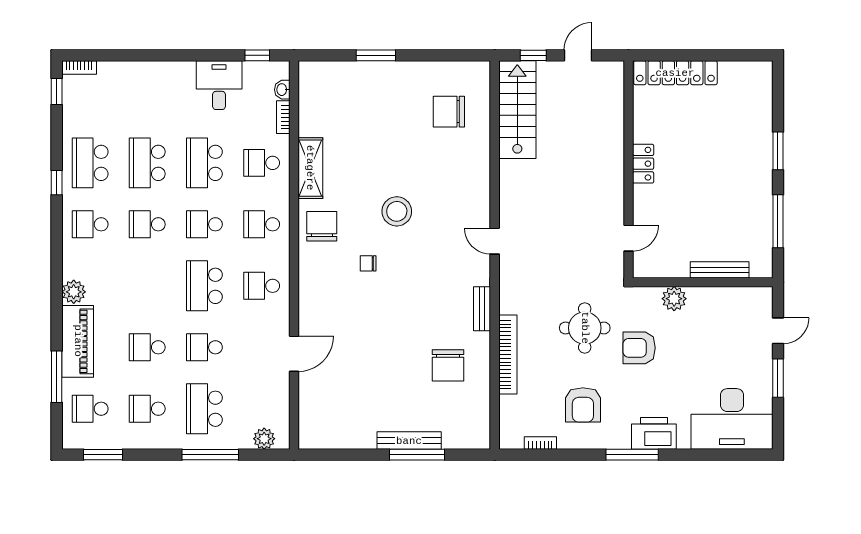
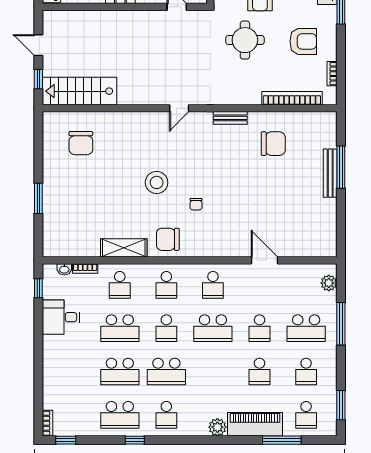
school desk: (147, 224) -> (166, 372), width x1.85
bookcase: (508, 355) -> (292, 98), moved

